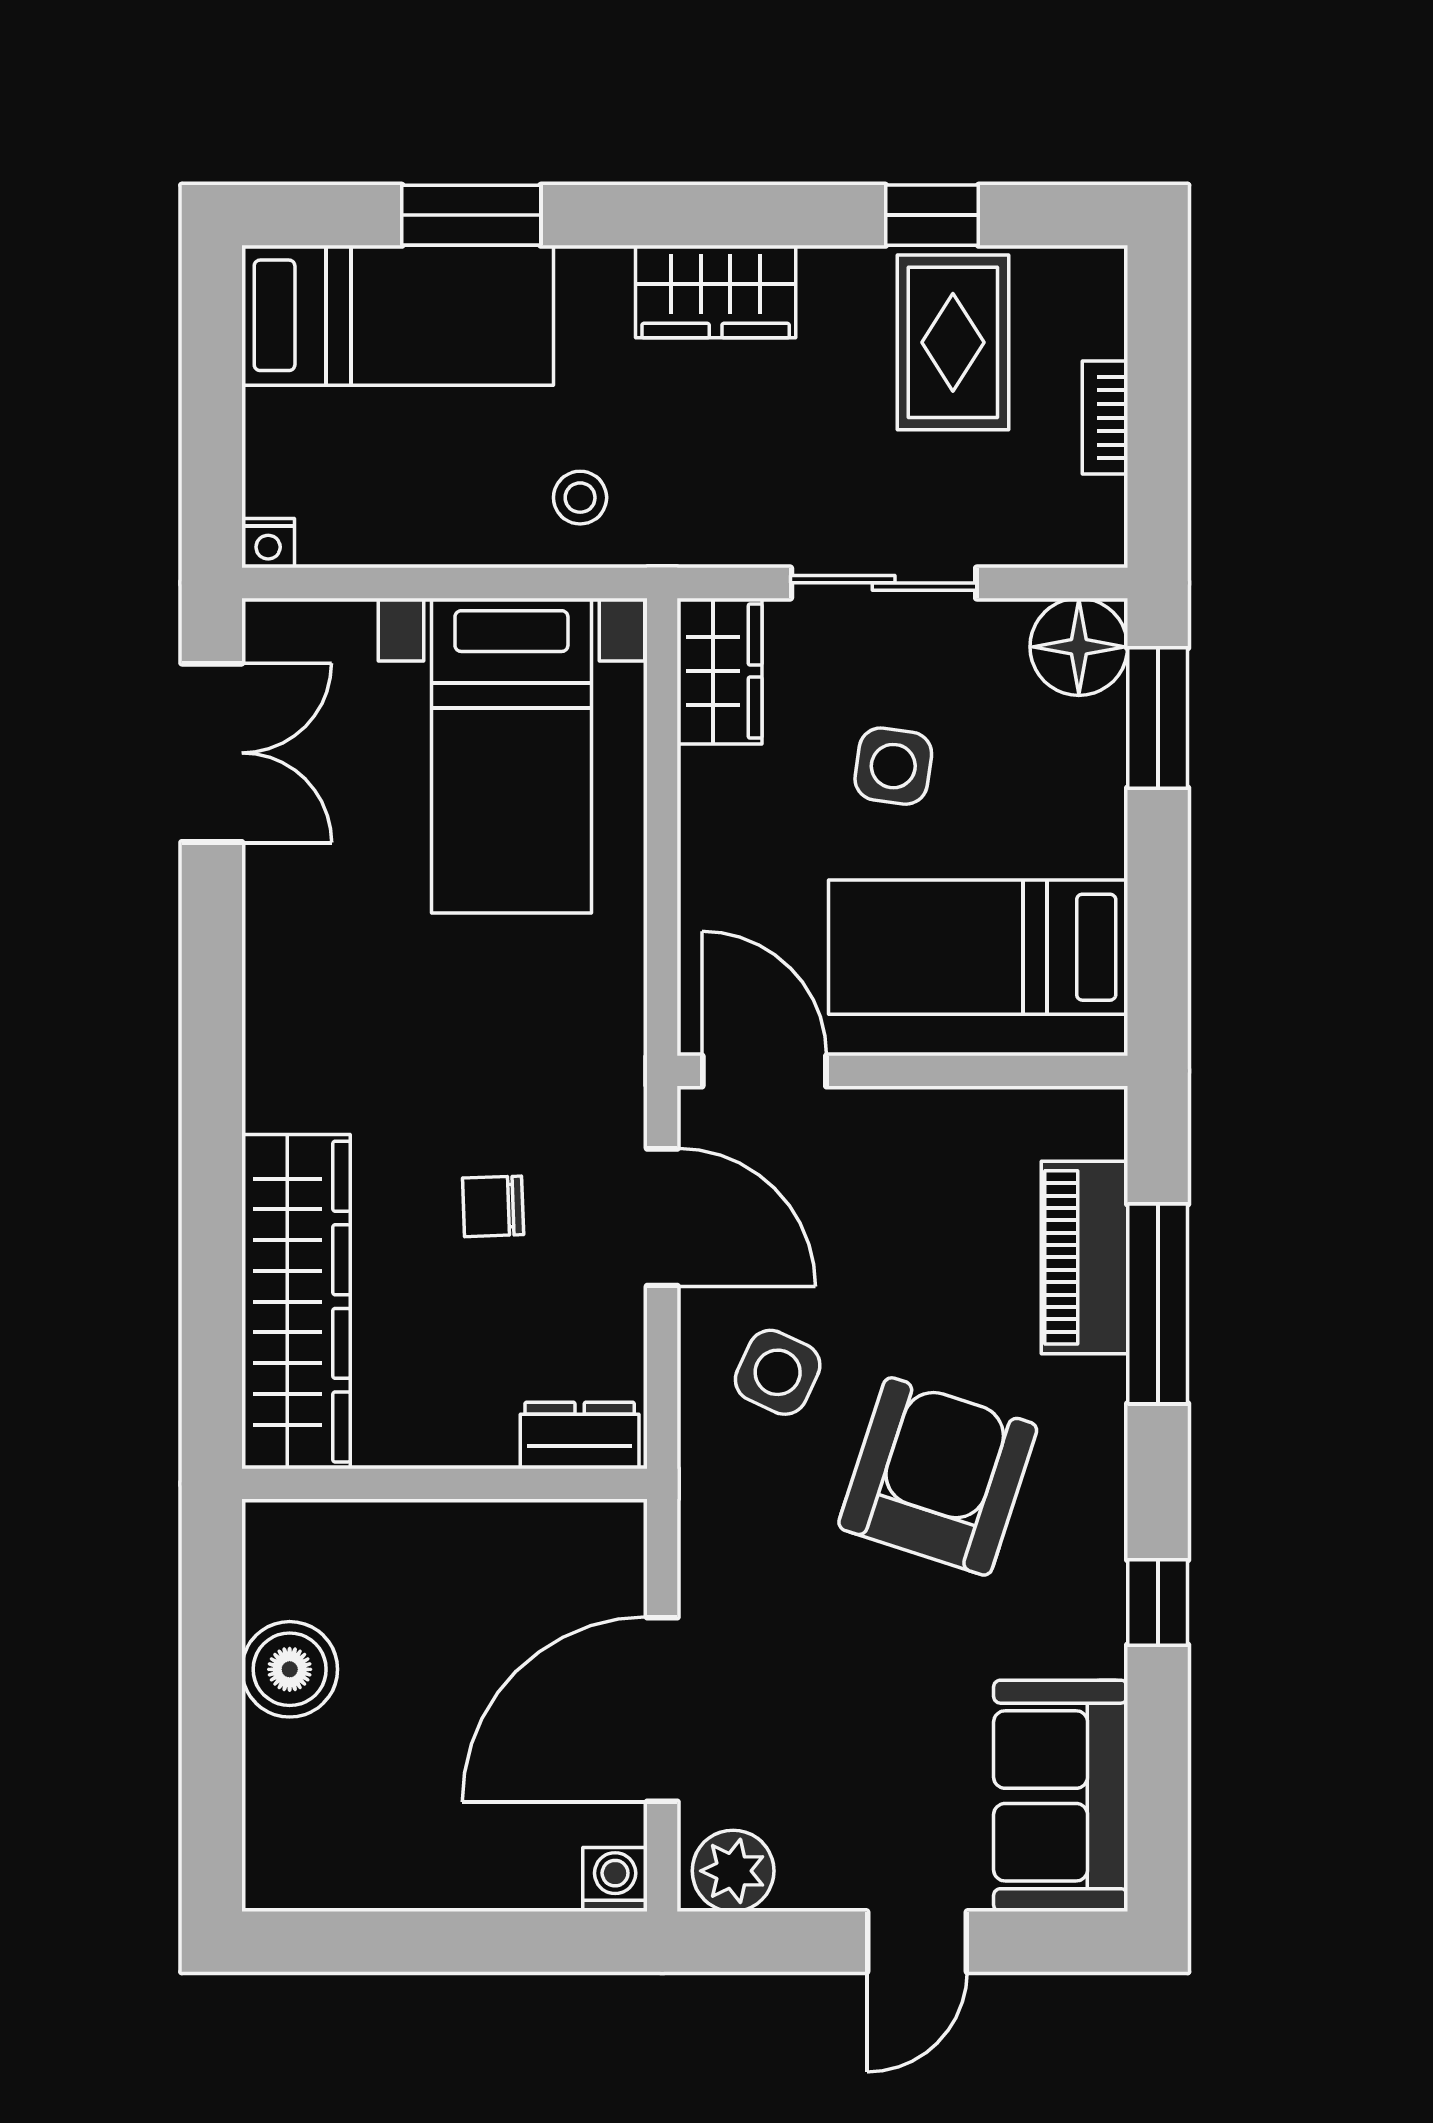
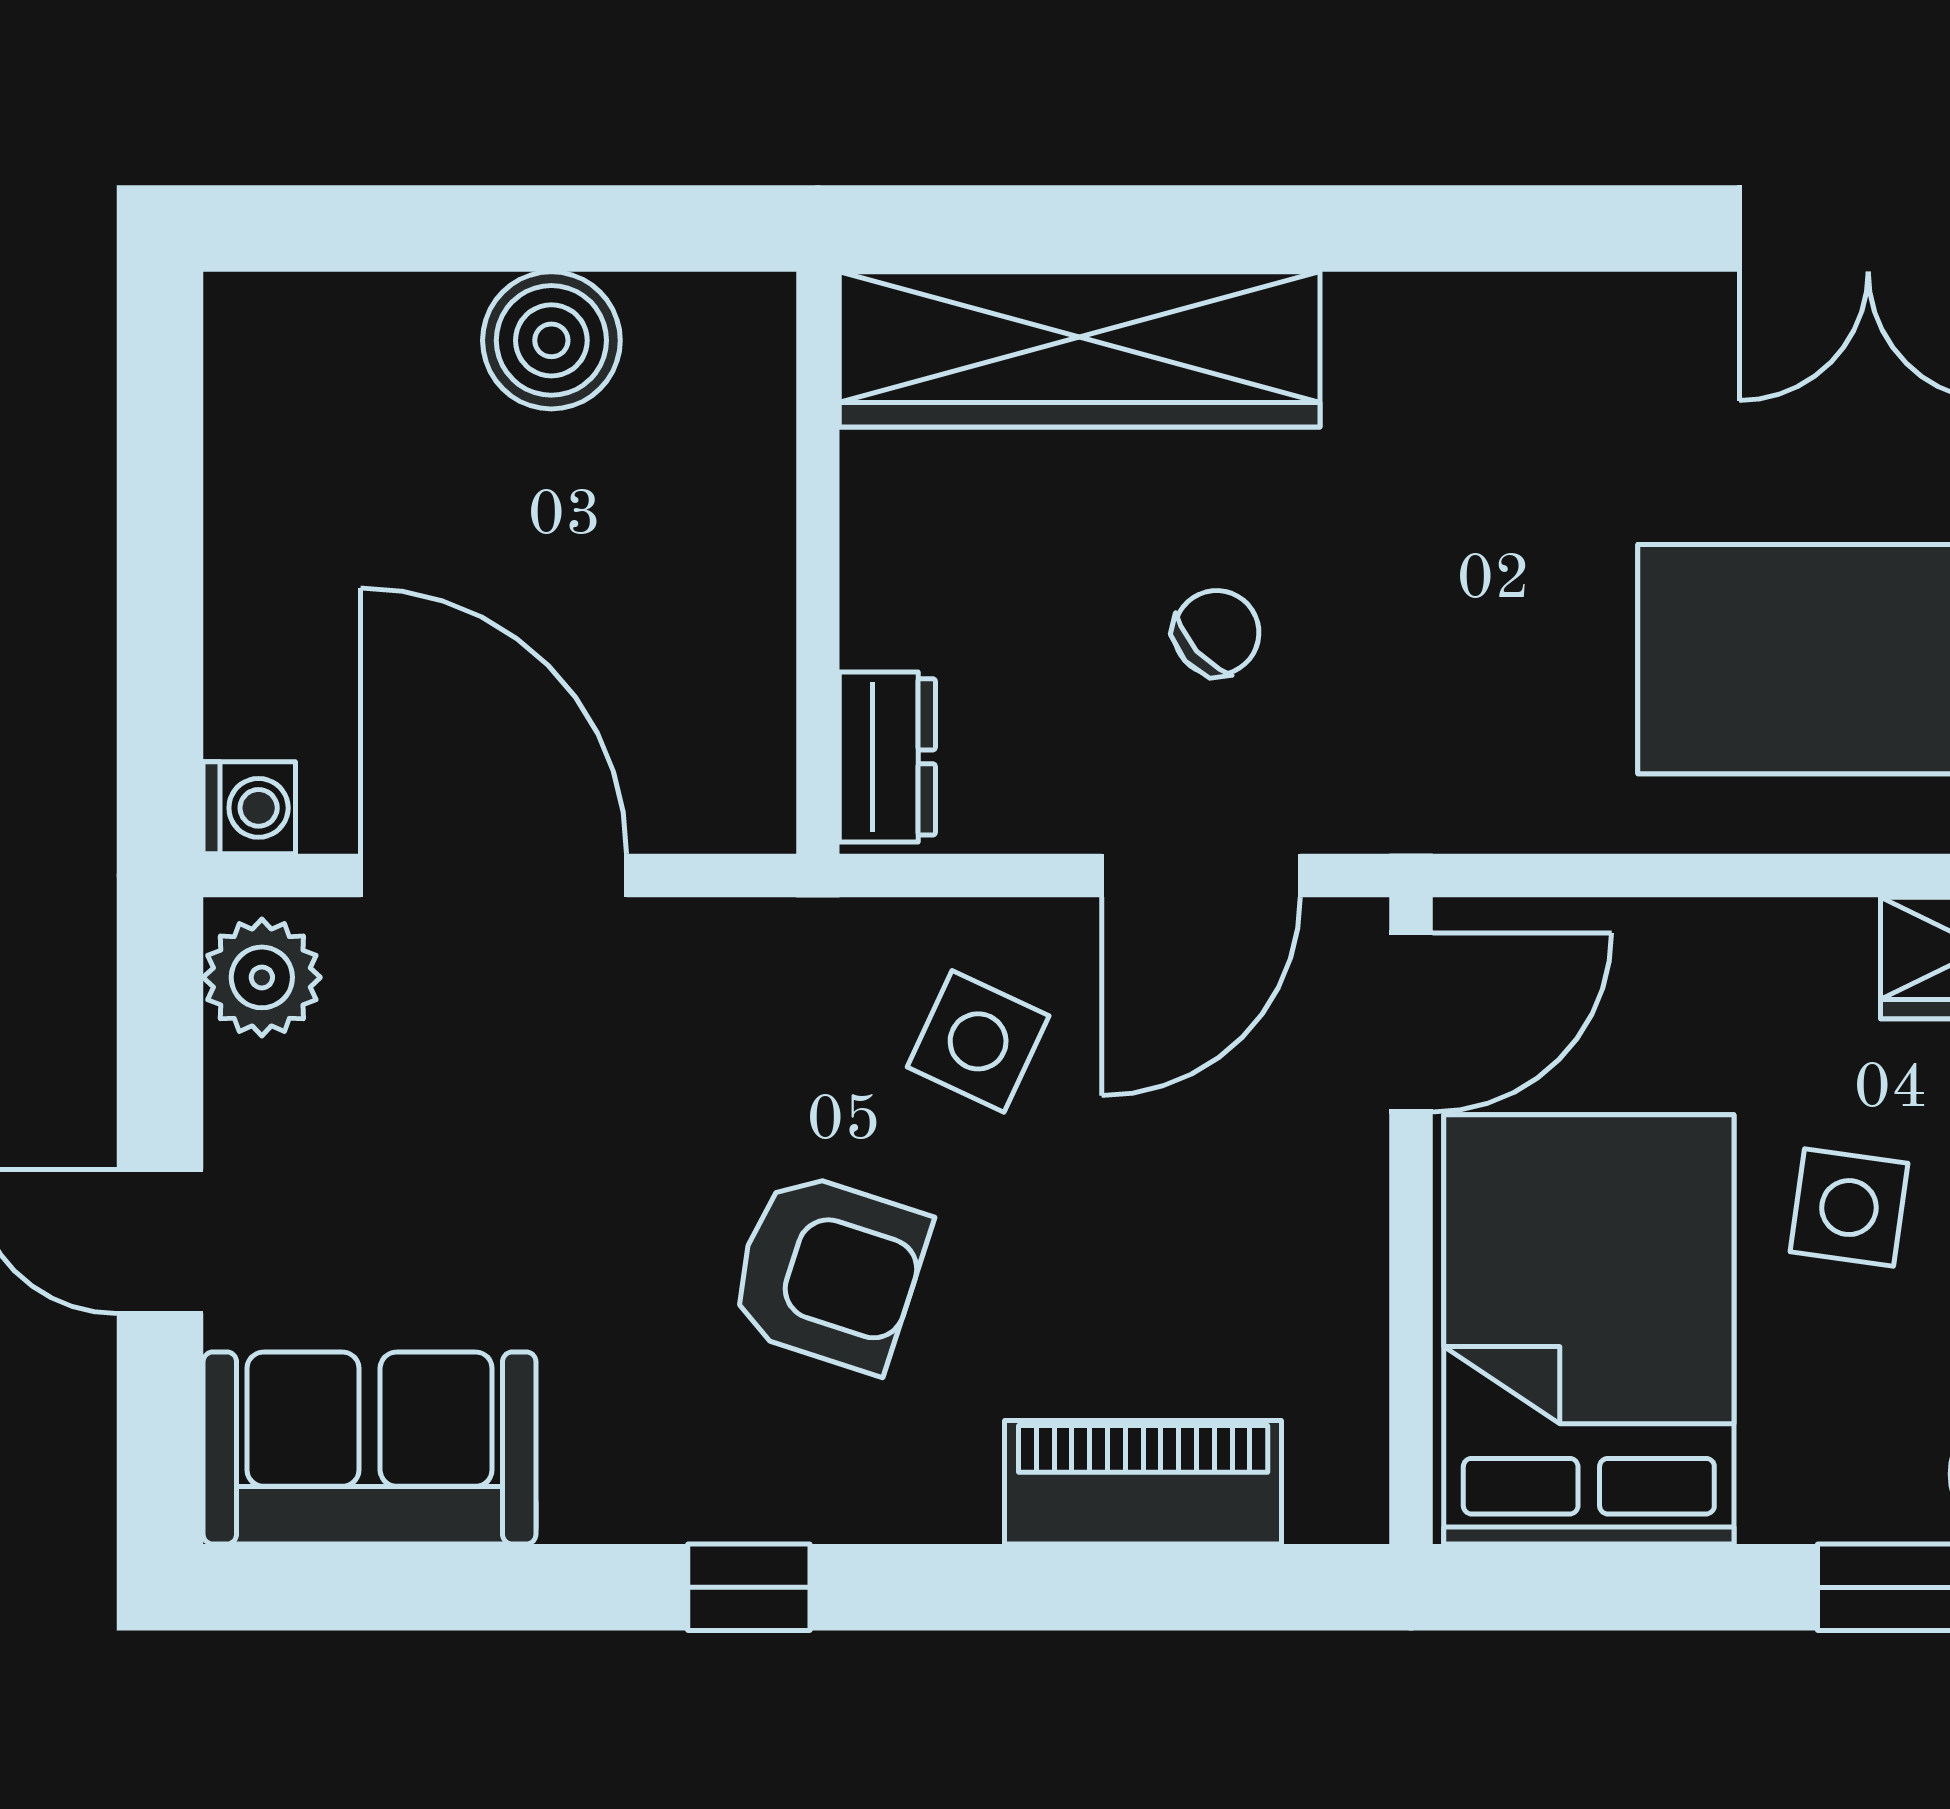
bed: (978, 947) -> (1589, 1329), width x1.50
chair: (493, 1206) -> (1216, 633), turned 50
window: (1158, 1304) -> (1076, 1587), removed
armchair: (938, 1476) -> (828, 1271), width x0.73, depth x0.73
window: (1158, 1602) -> (749, 1587), moved

